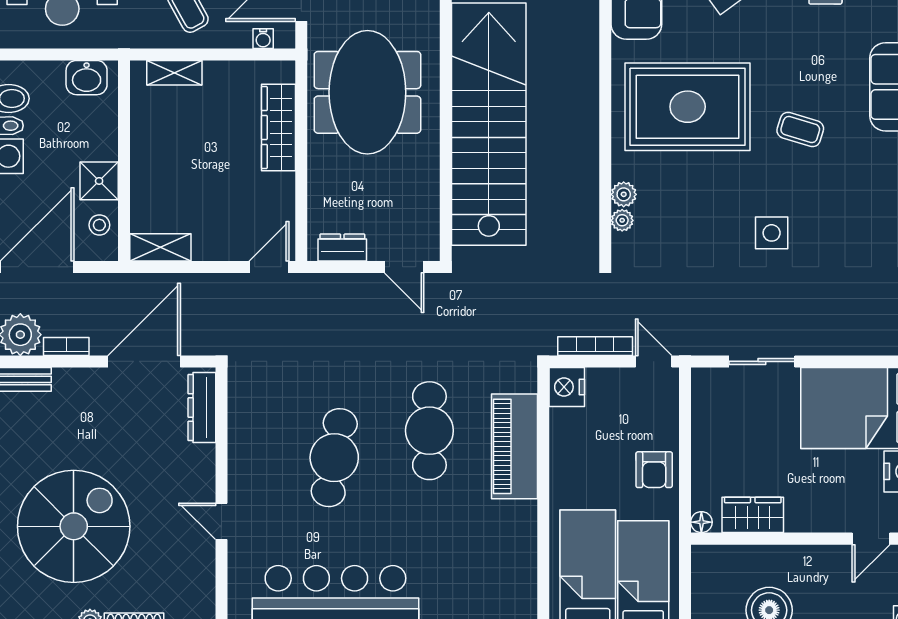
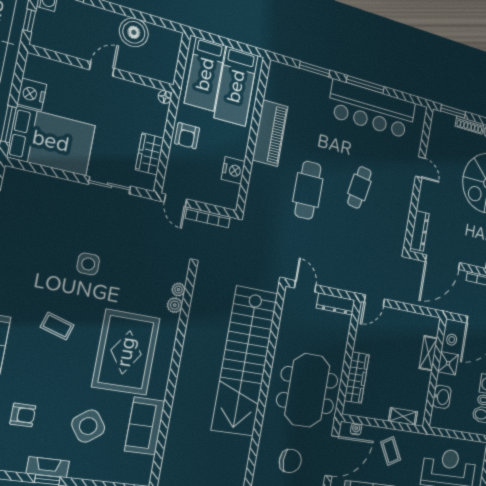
washbasin: (87, 78) -> (442, 397), moved, turned 90
rug: (688, 107) -> (126, 352), turned 90
shelving: (160, 247) -> (428, 353), moved, turned 90
dresser: (342, 248) -> (335, 304), width x1.44
nightstand: (567, 387) -> (233, 170), moved
piano: (515, 446) -> (270, 133), moved
cafe table: (334, 458) -> (359, 187), width x0.73, depth x0.74
armchair: (654, 470) -> (187, 136), turned 180
wardrobe: (753, 515) -> (150, 154), moved, turned 90
door: (871, 539) -> (102, 69), moved

